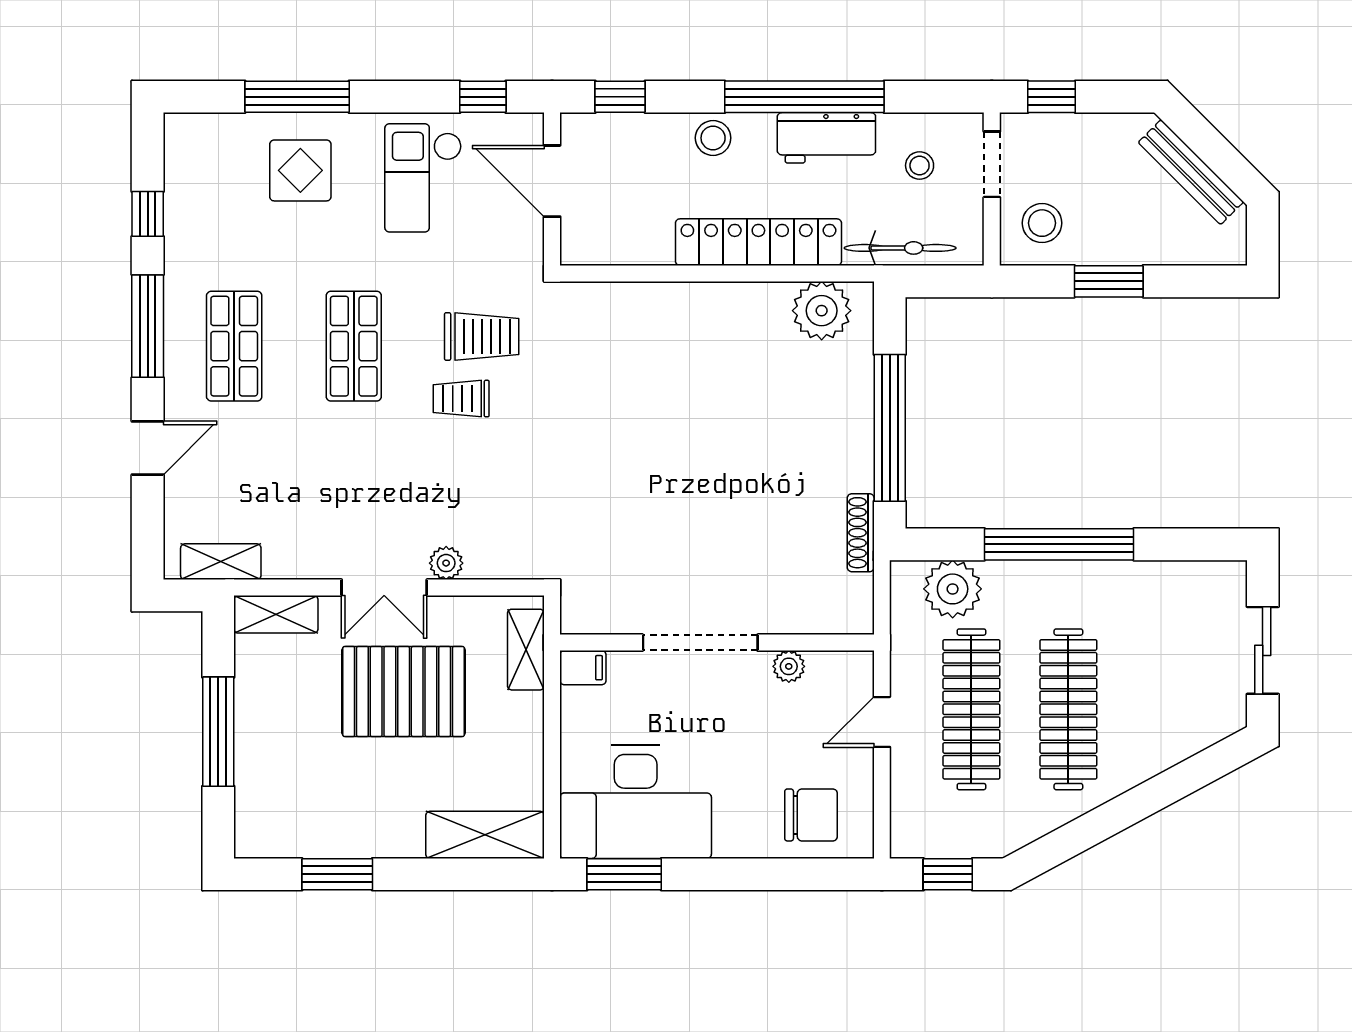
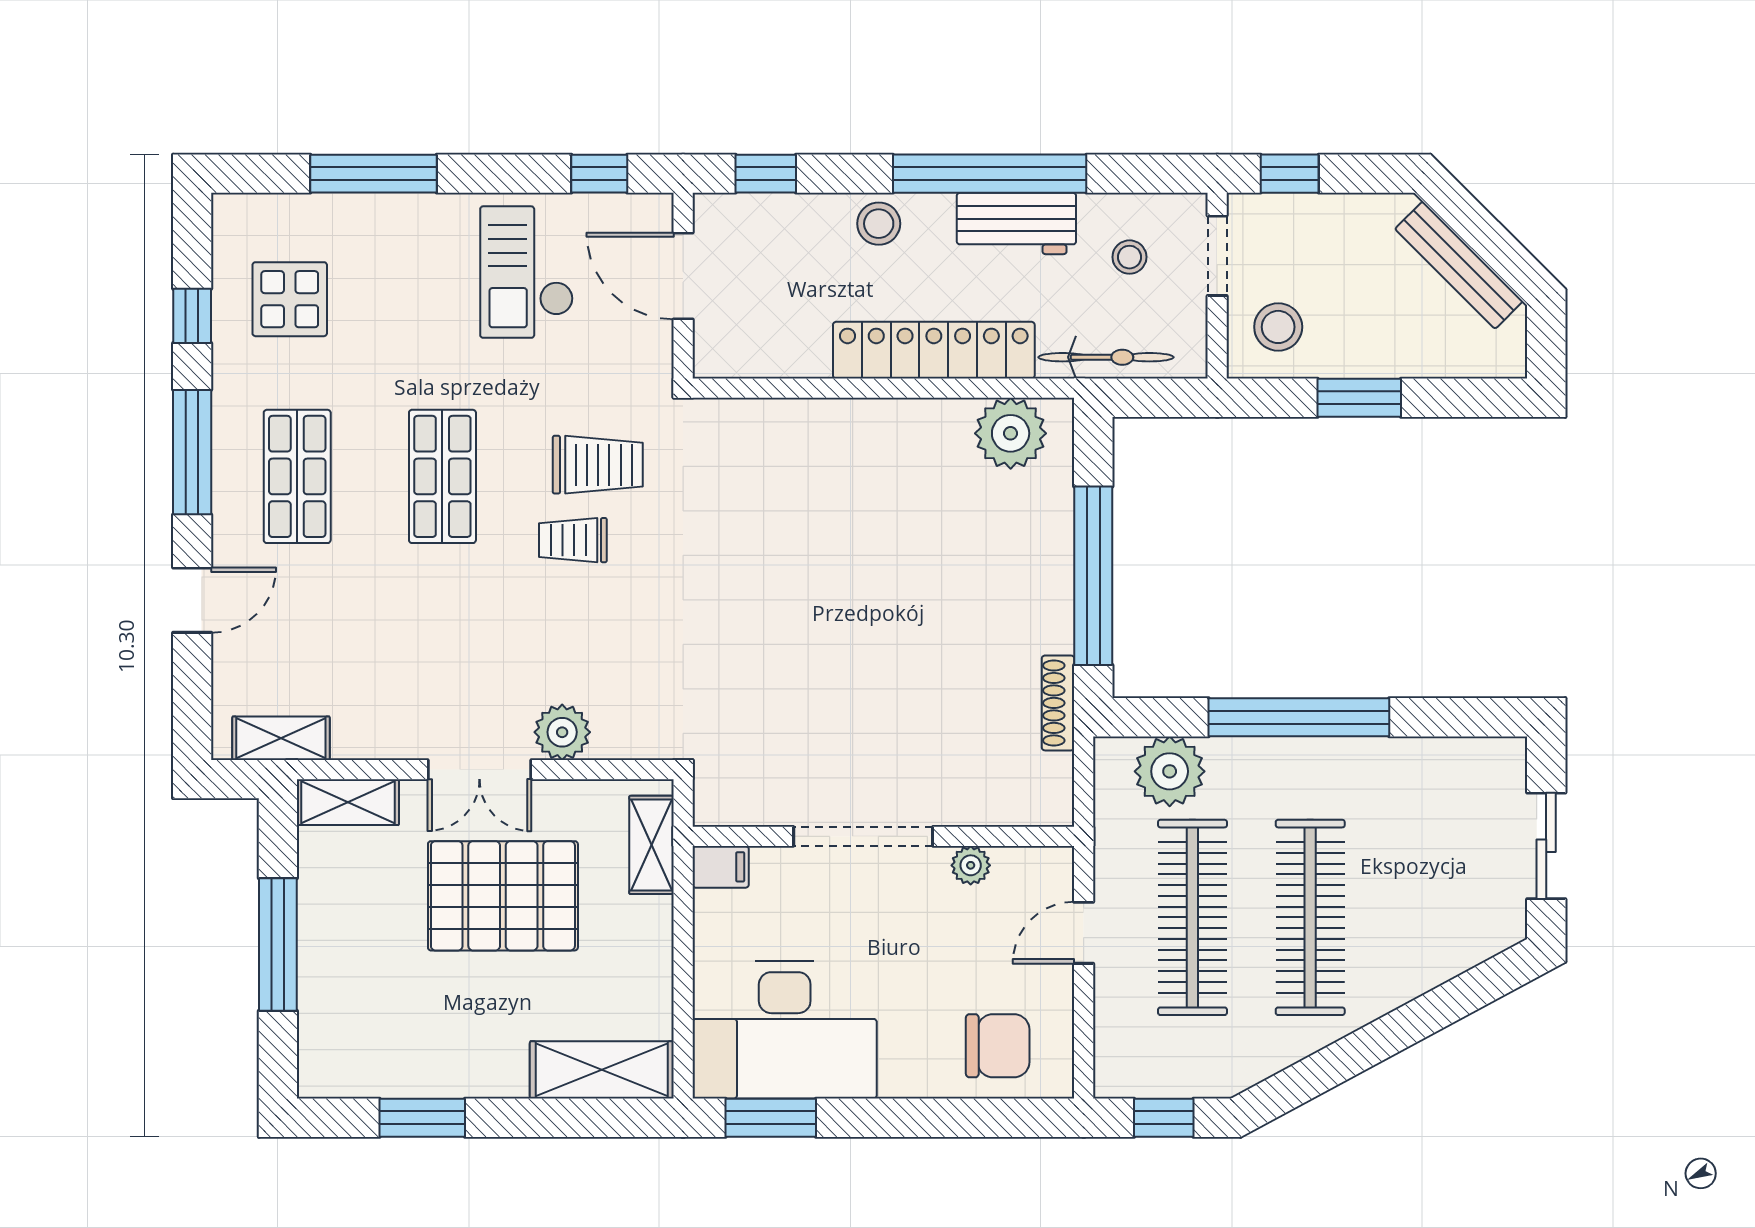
display table: (300, 170) -> (290, 299), moved
plant: (446, 563) -> (562, 732), width x1.38, depth x1.38

